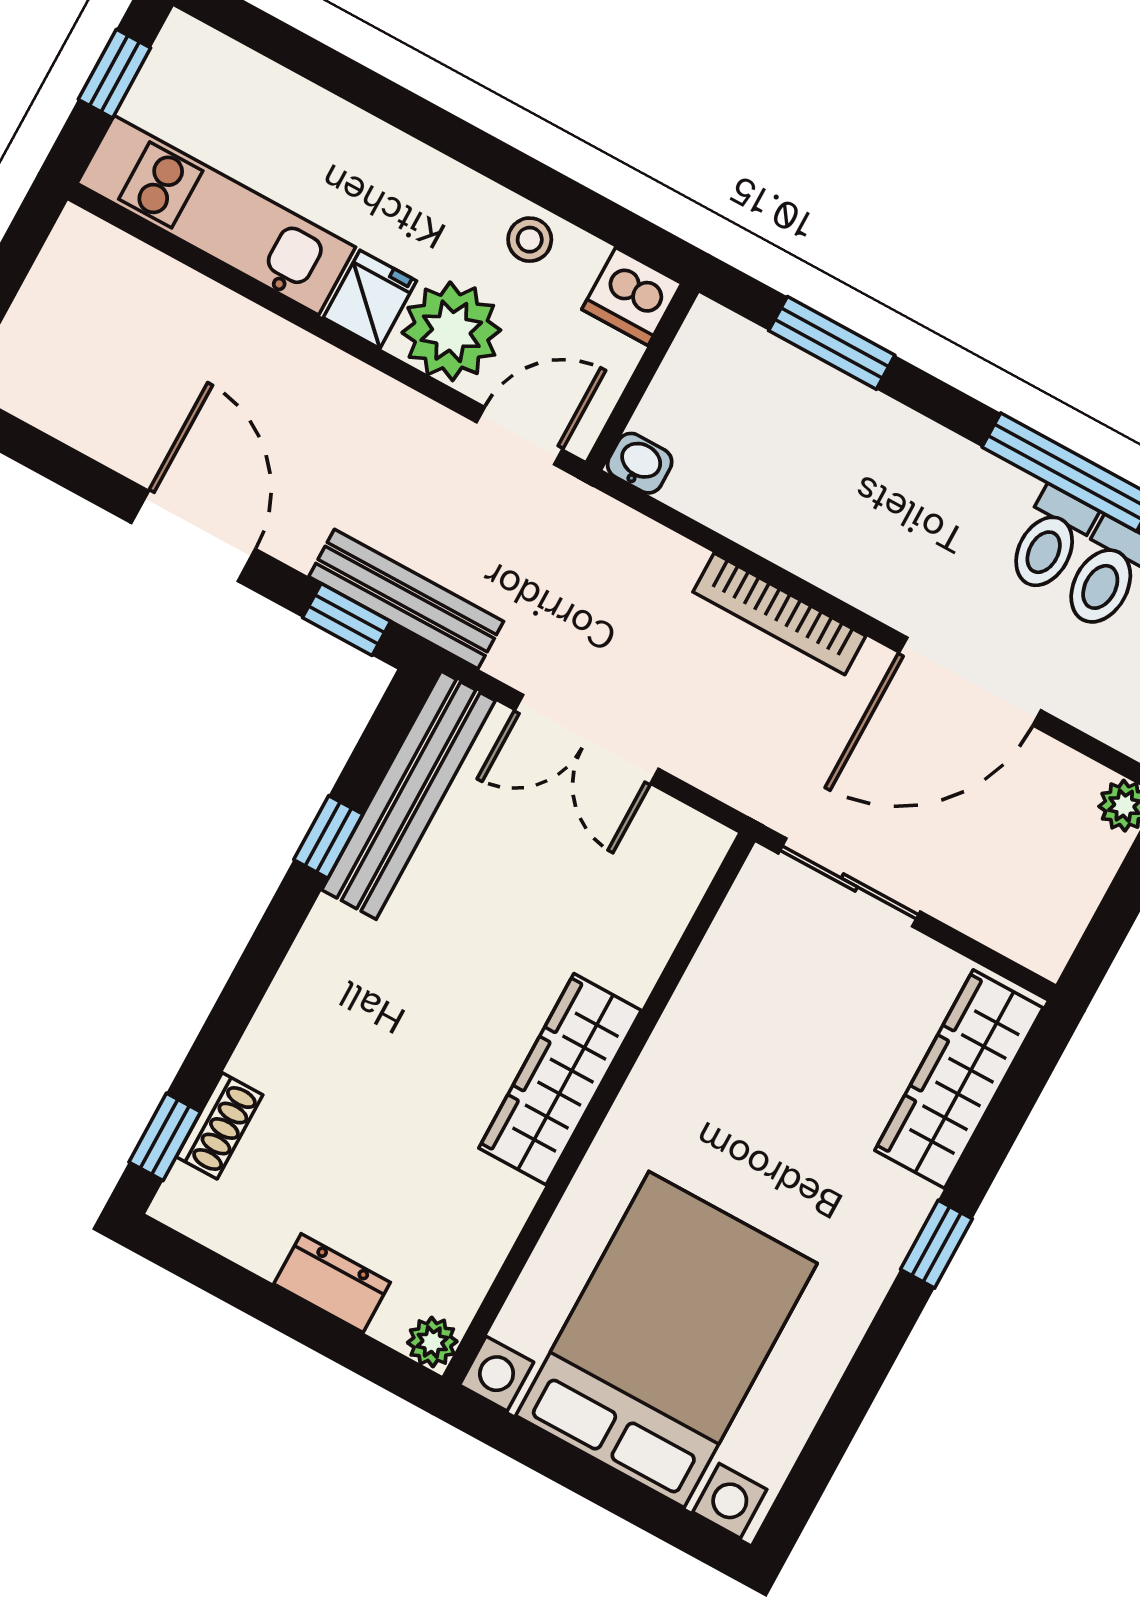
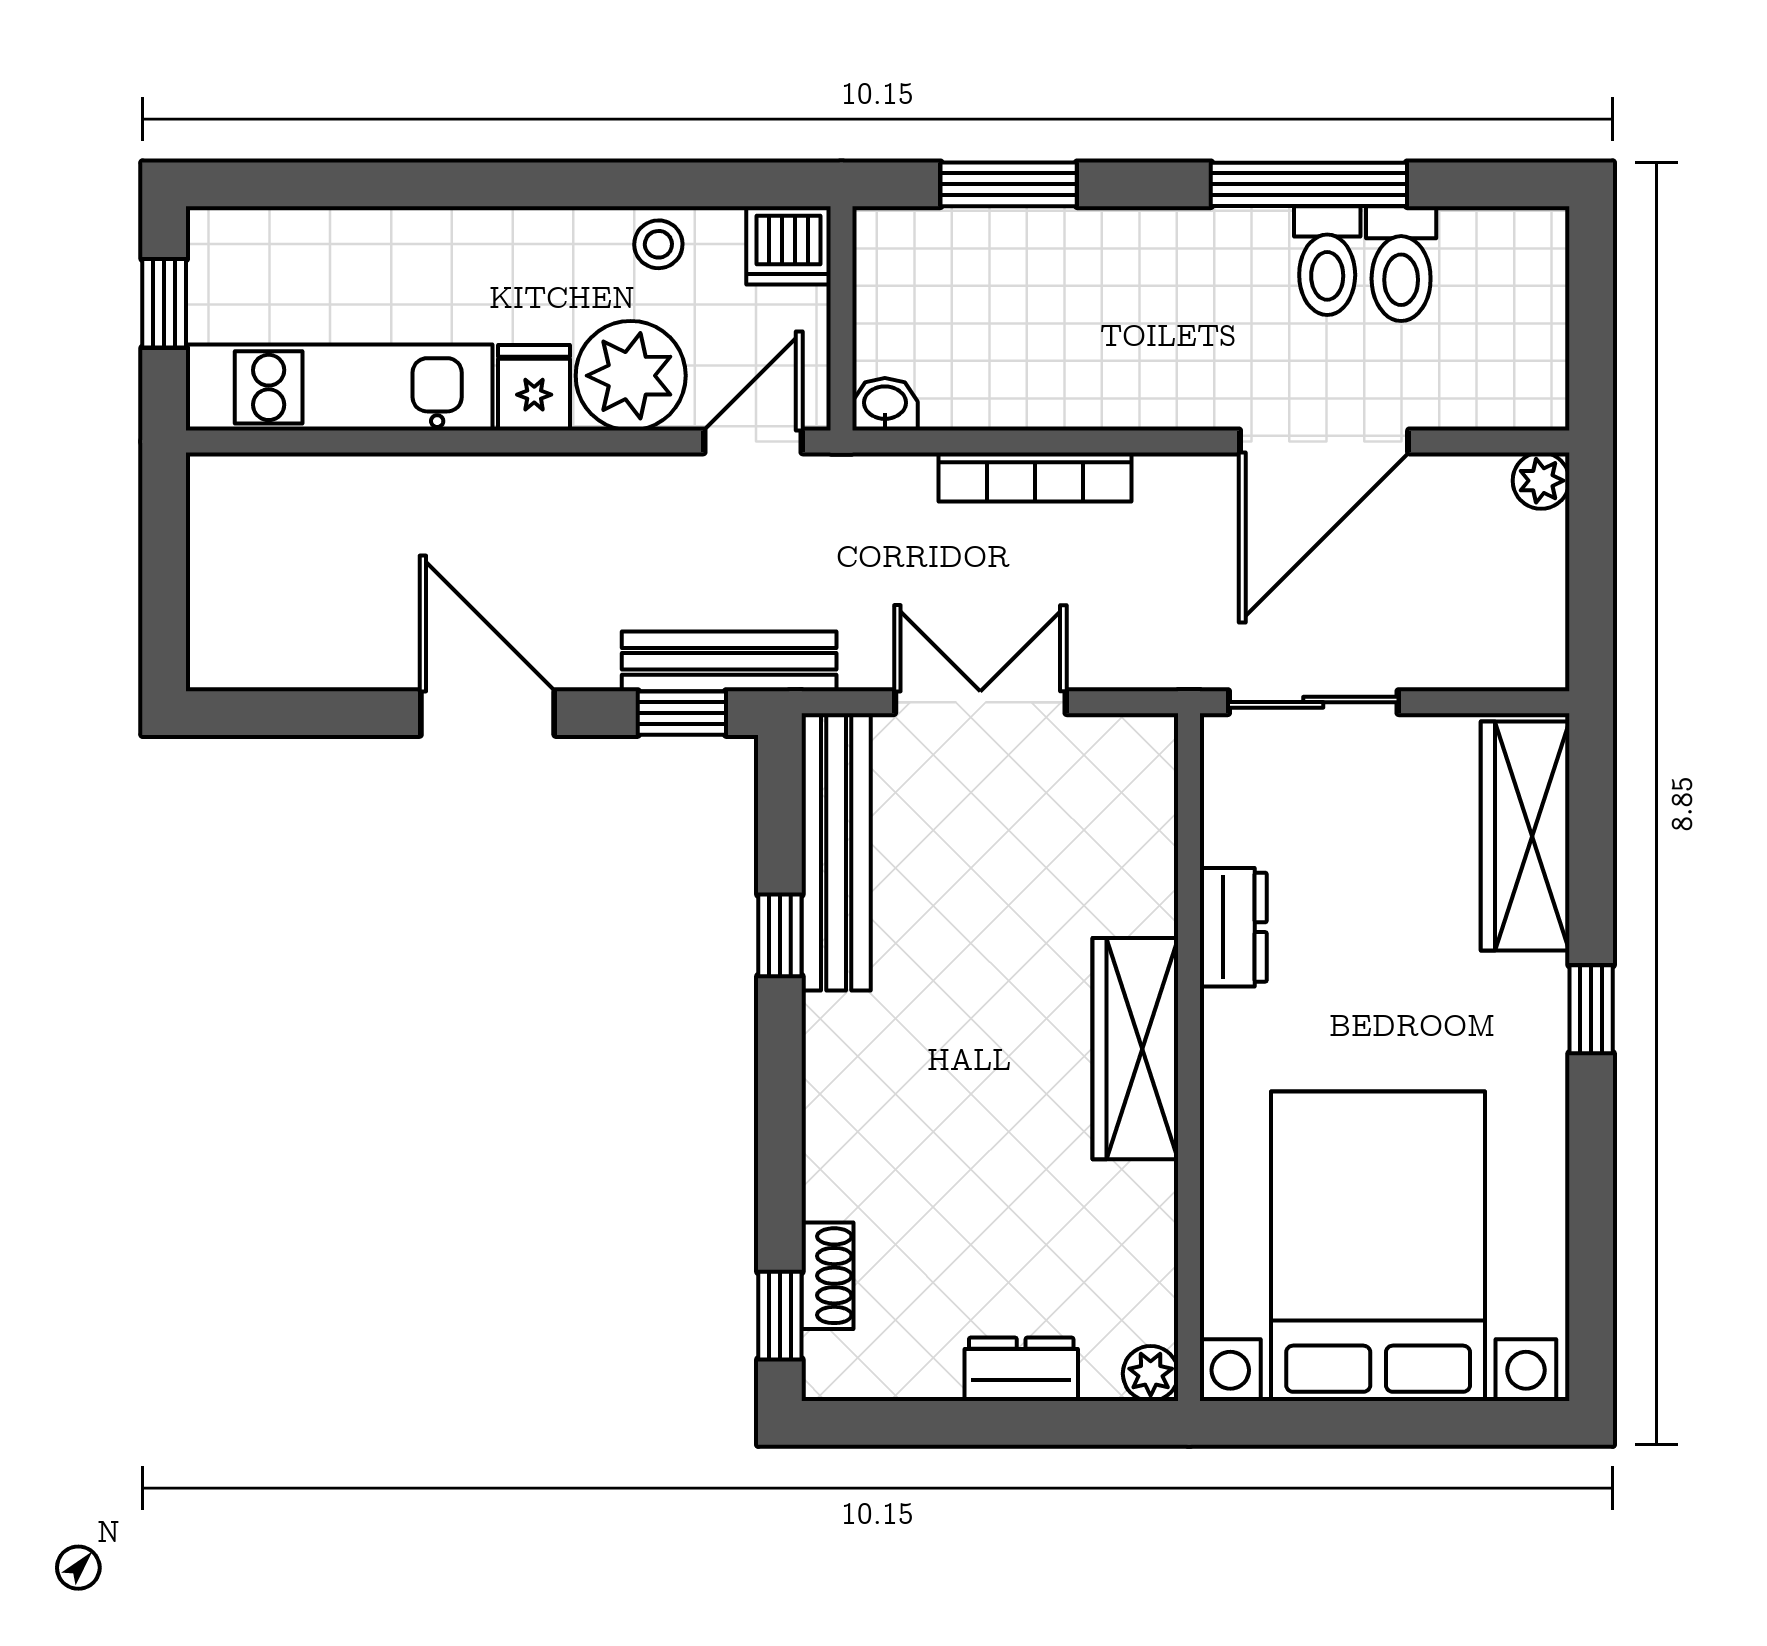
bookcase: (779, 614) -> (1035, 477), moved
double door: (587, 739) -> (980, 702), swing flipped
dresser: (690, 1026) -> (1233, 927), added

